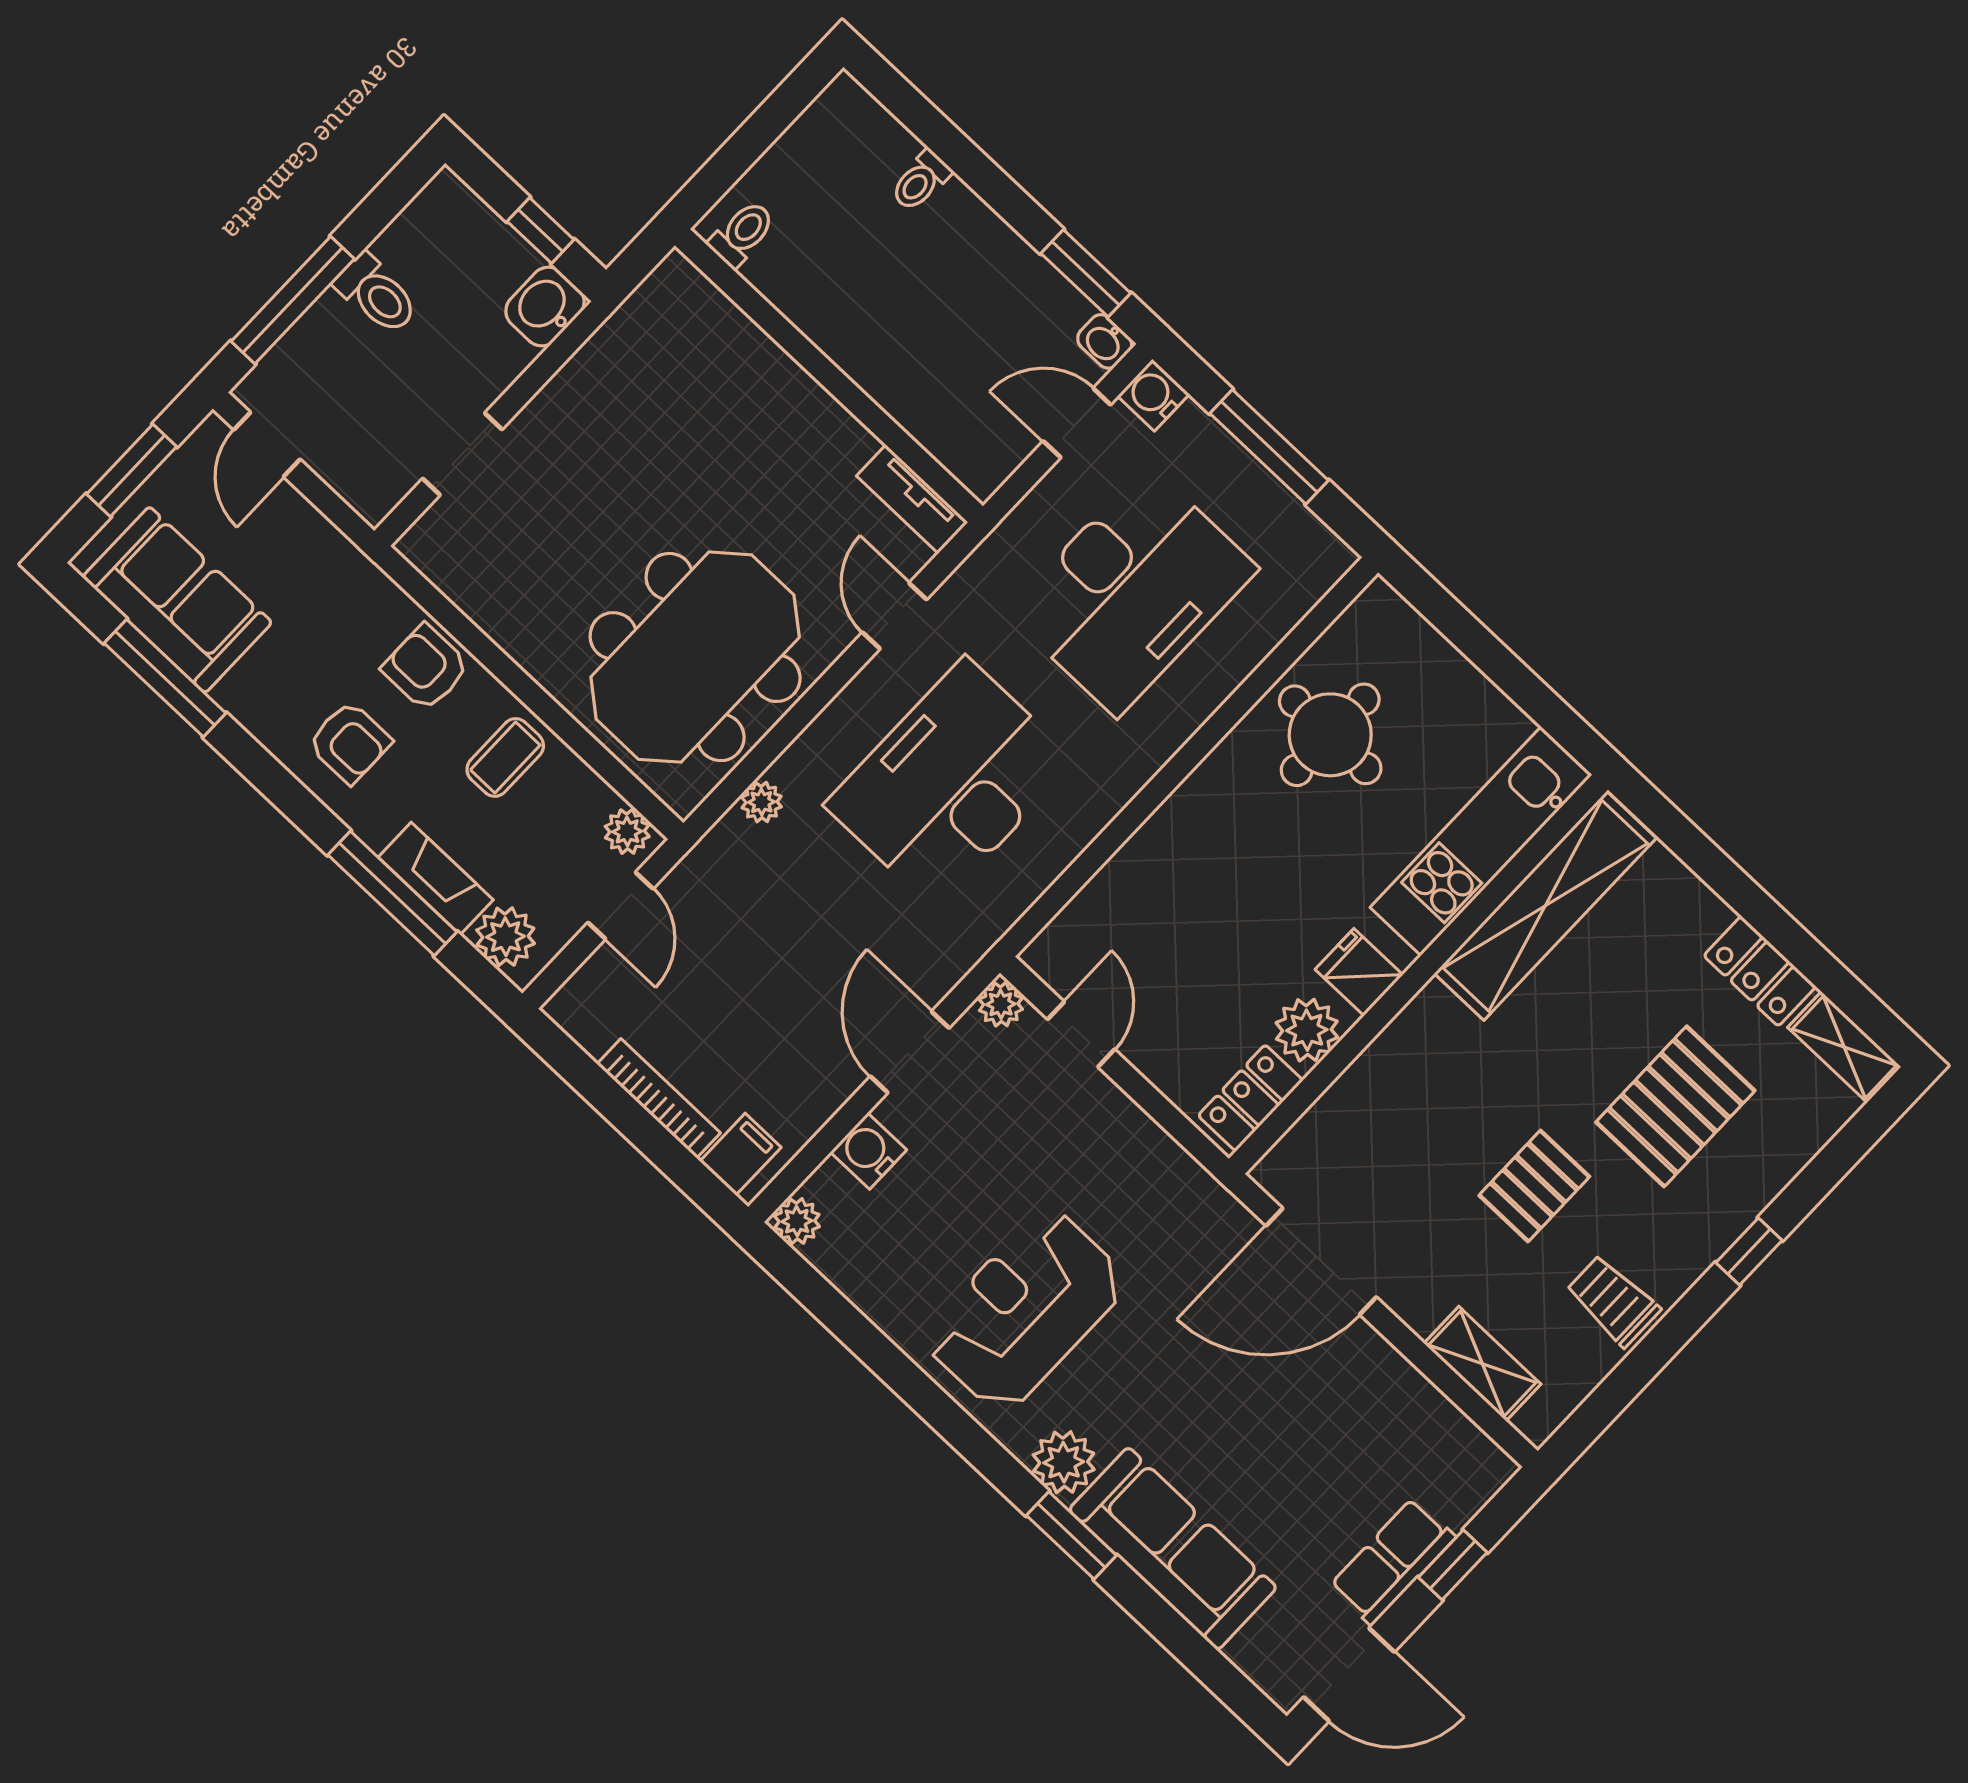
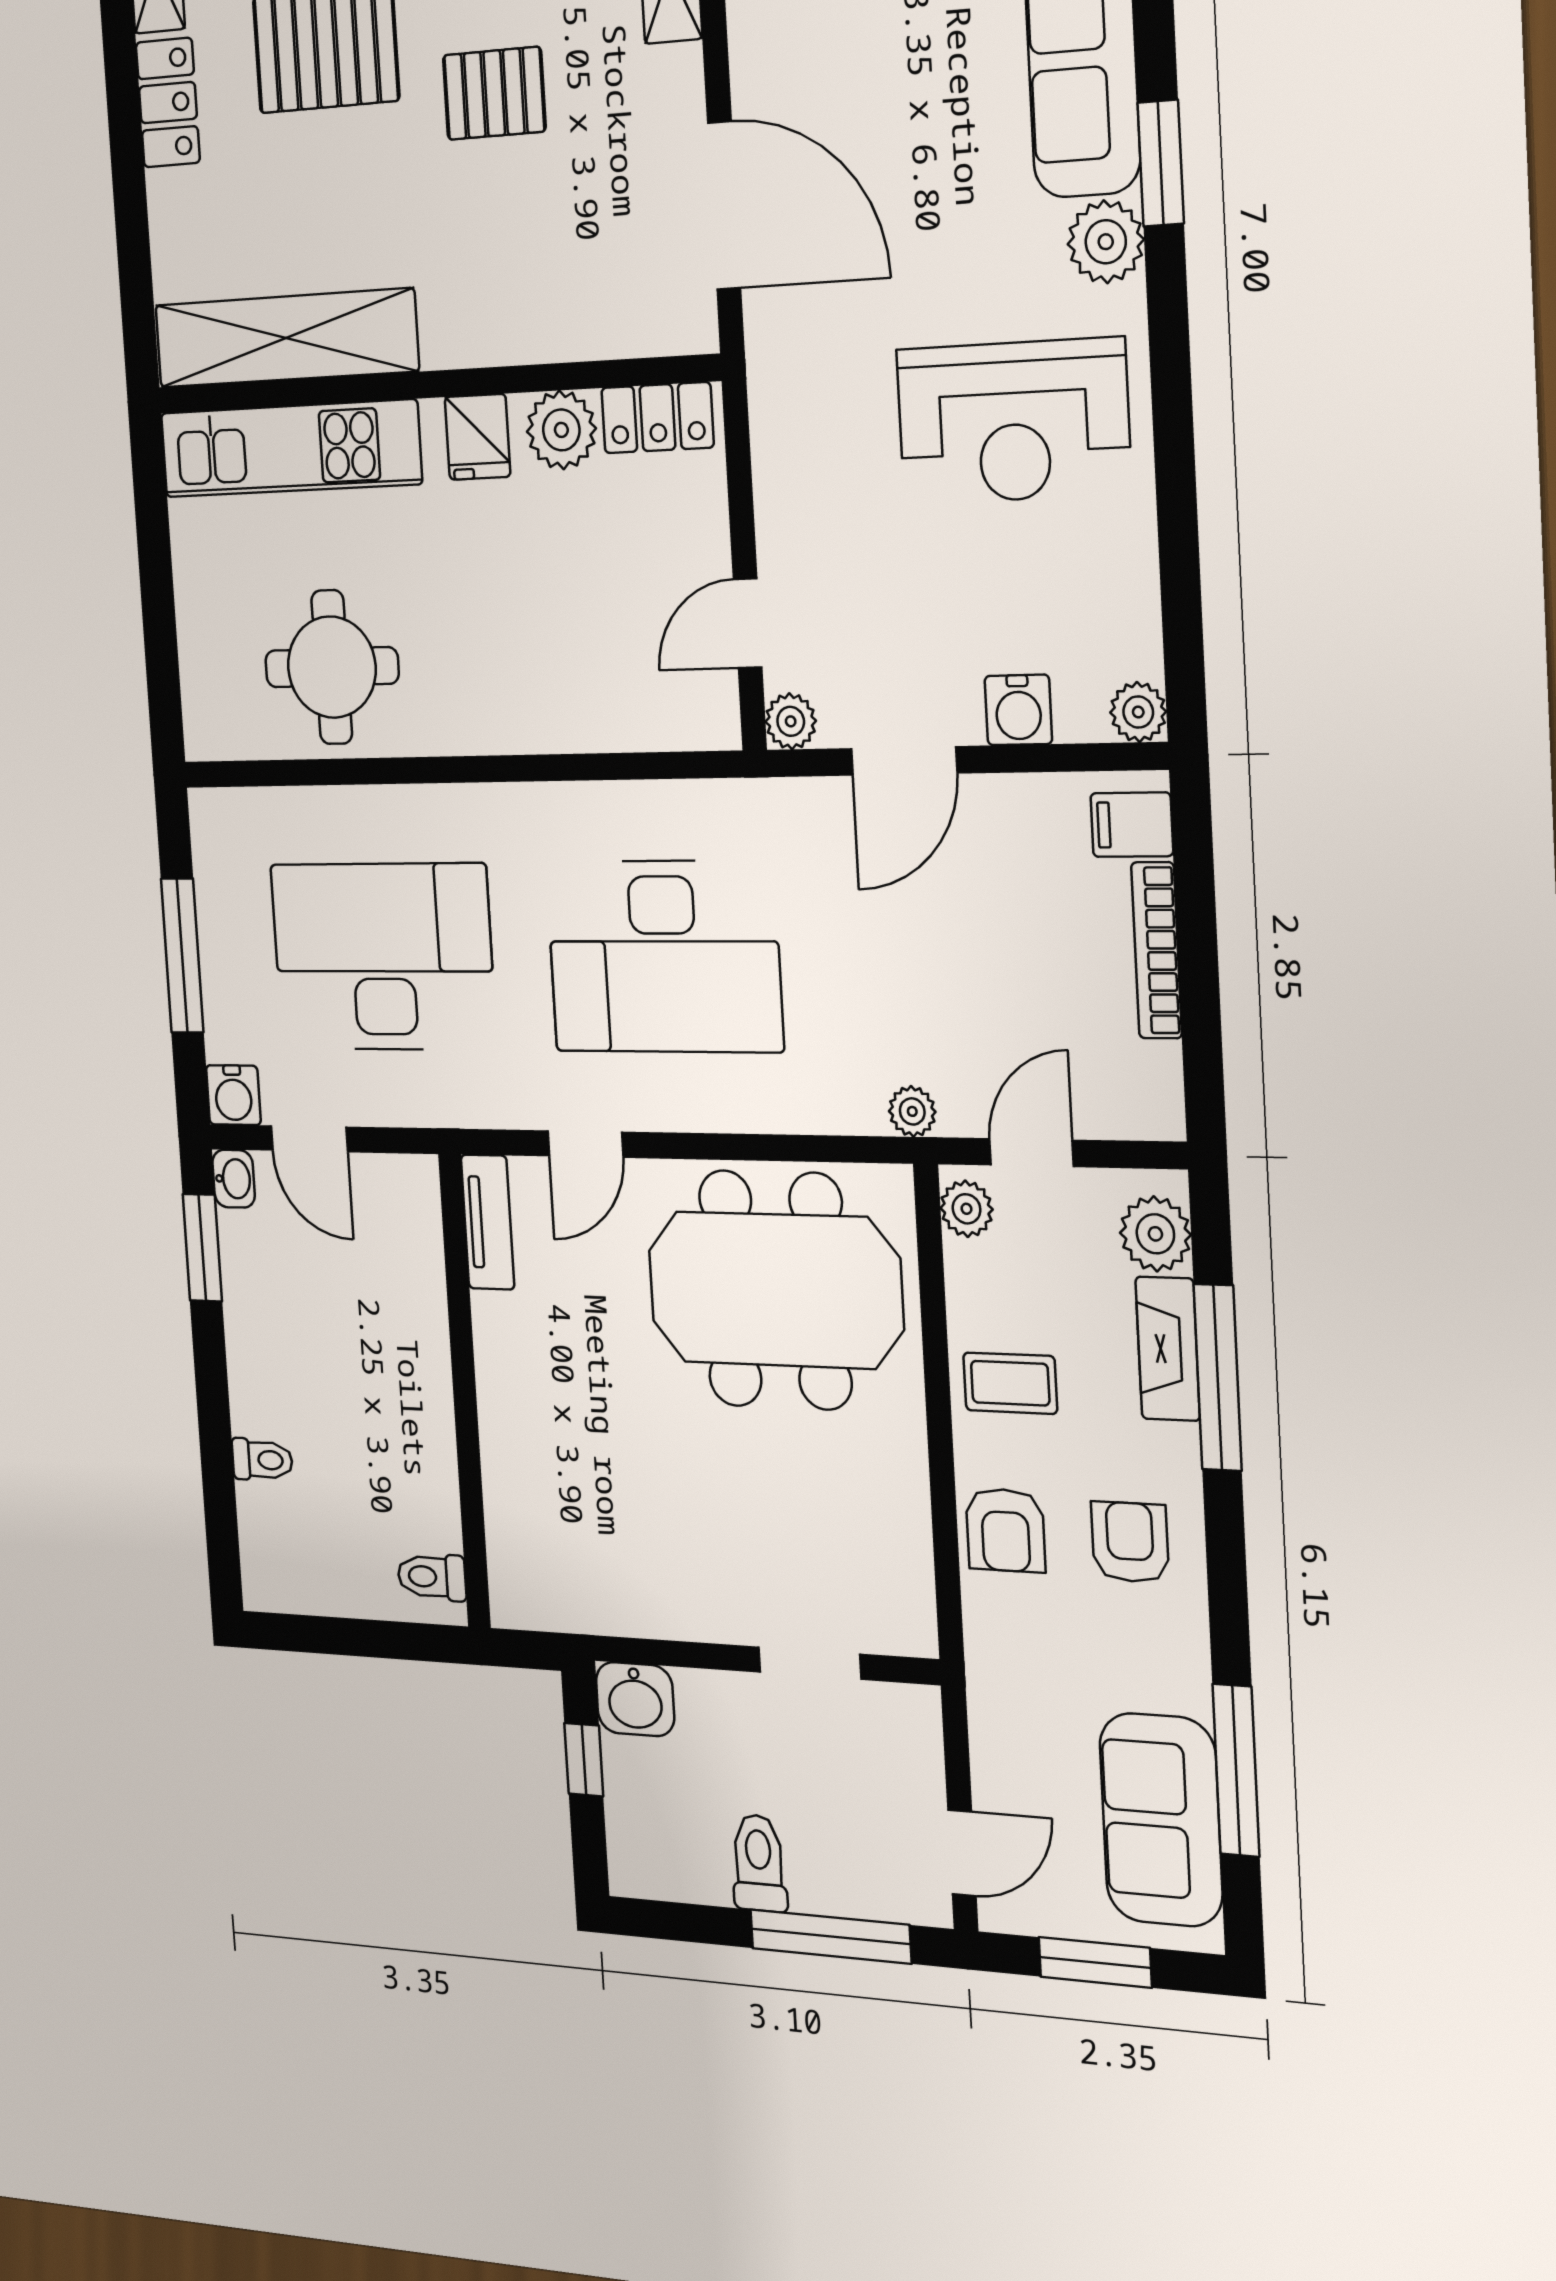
plant: (762, 802) -> (912, 1111), moved

